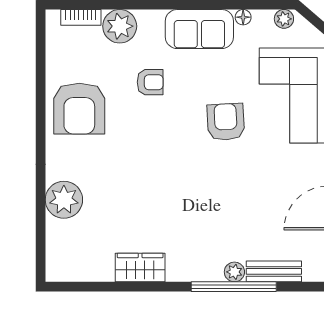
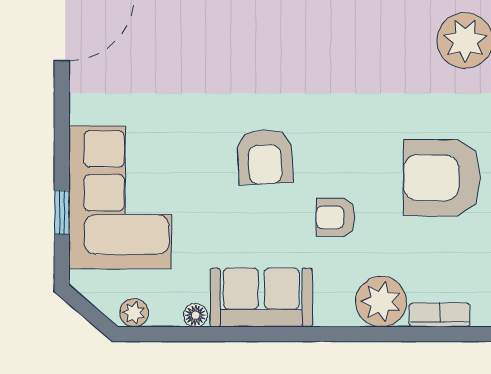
armchair: (79, 109) -> (442, 178), turned -90
armchair: (226, 122) -> (265, 157), moved

